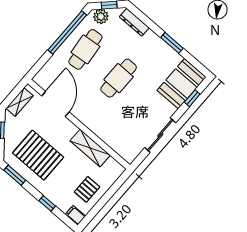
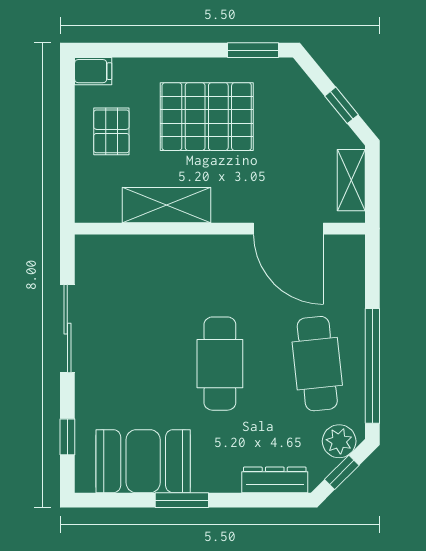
booth: (182, 84) -> (143, 461), moved, turned 90
pallet: (38, 155) -> (207, 117), moved
window: (47, 203) -> (158, 50), removed

